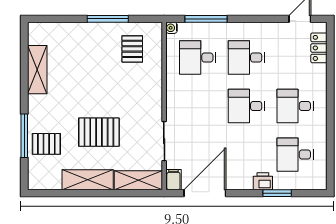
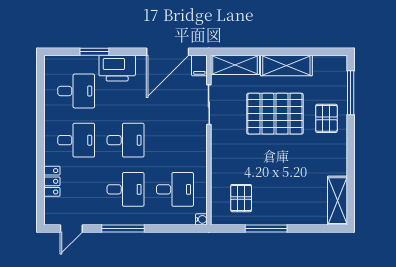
window: (206, 19) -> (123, 229), moved
locker: (319, 48) -> (52, 181), moved
shelving: (37, 70) -> (337, 201), moved
pallet: (99, 132) -> (275, 114), width x1.37, depth x1.41
window: (24, 136) -> (351, 93), moved
pallet: (46, 144) -> (326, 118), moved, turned 90
printer: (263, 181) -> (117, 68), width x1.87, depth x1.48

